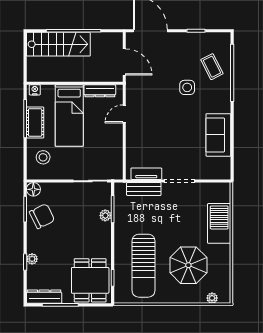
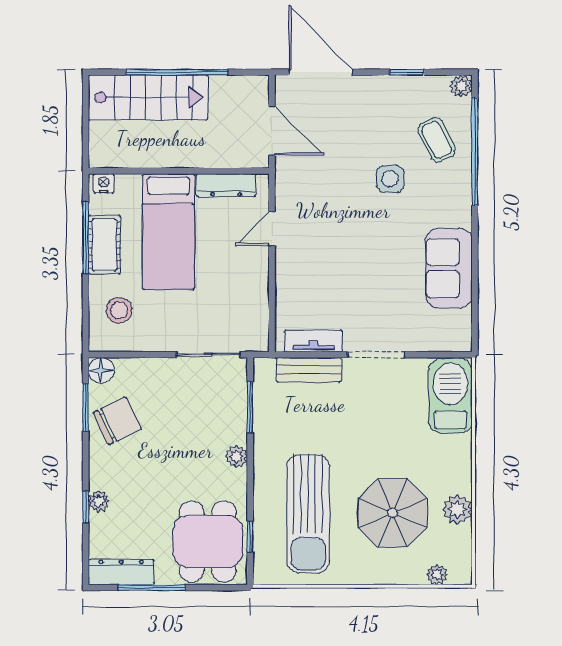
plant: (225, 38) -> (461, 86), added
plant: (105, 215) -> (236, 456), moved
barbecue: (219, 223) -> (450, 396), moved
plant: (223, 263) -> (457, 509), added

